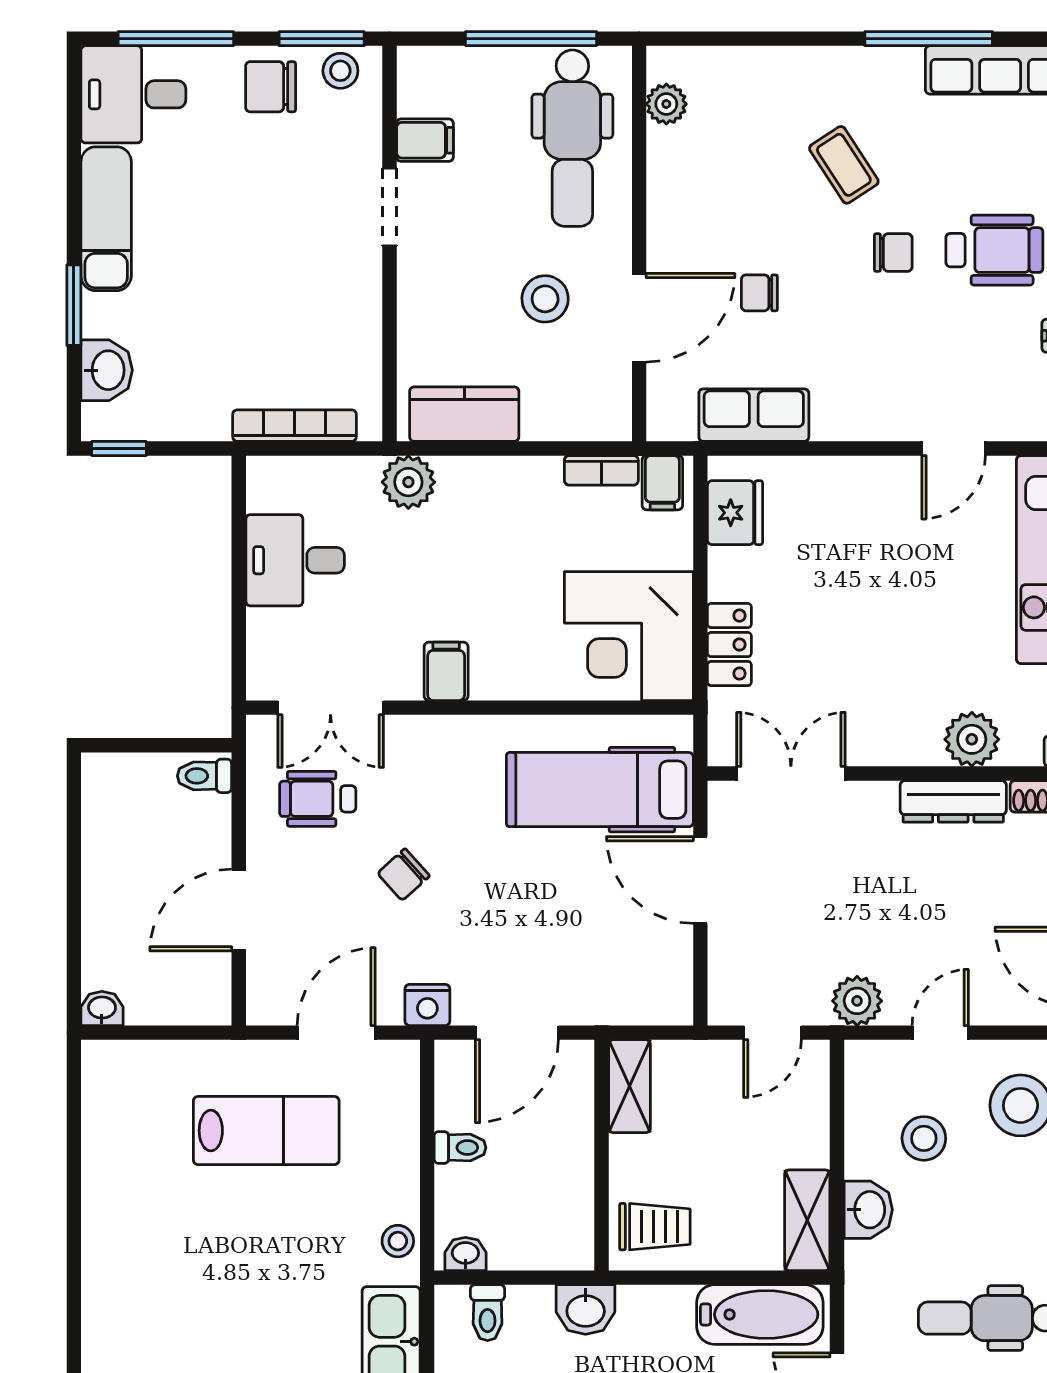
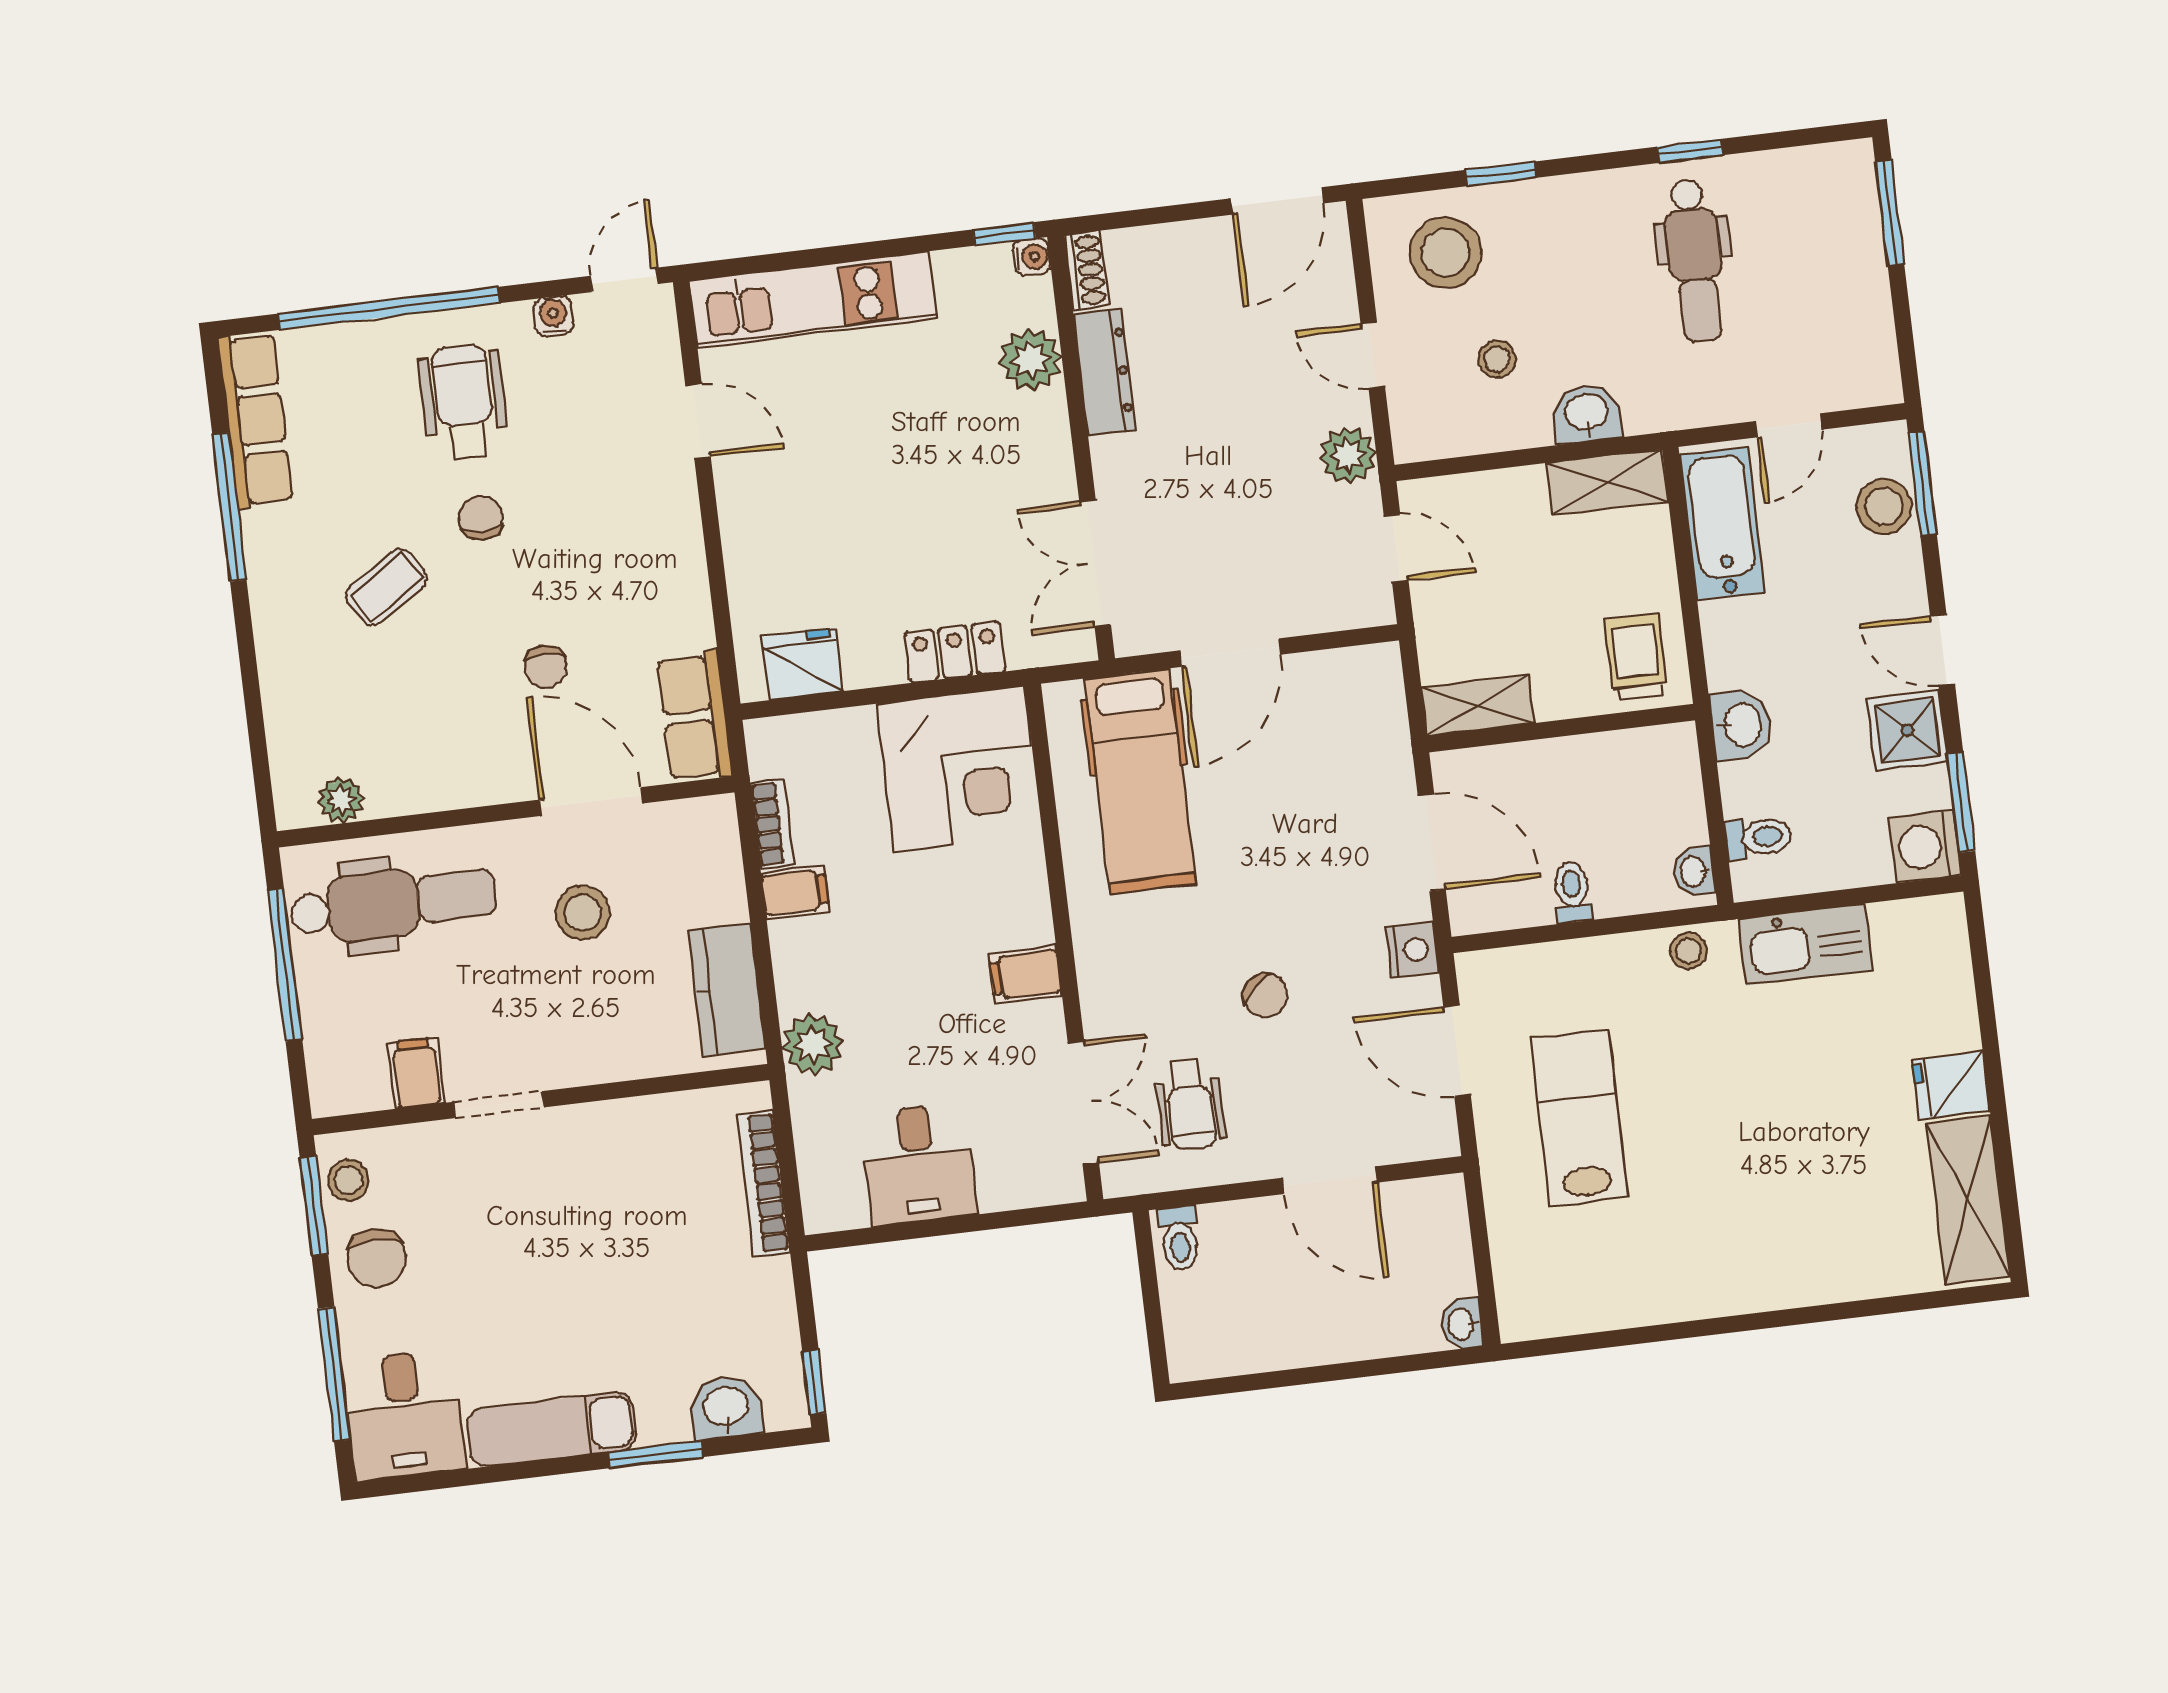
row of seats: (754, 415) -> (695, 716), moved
filing cabinet: (662, 483) -> (795, 892), moved
stool: (924, 1138) -> (1497, 359), width x0.73, depth x0.73

